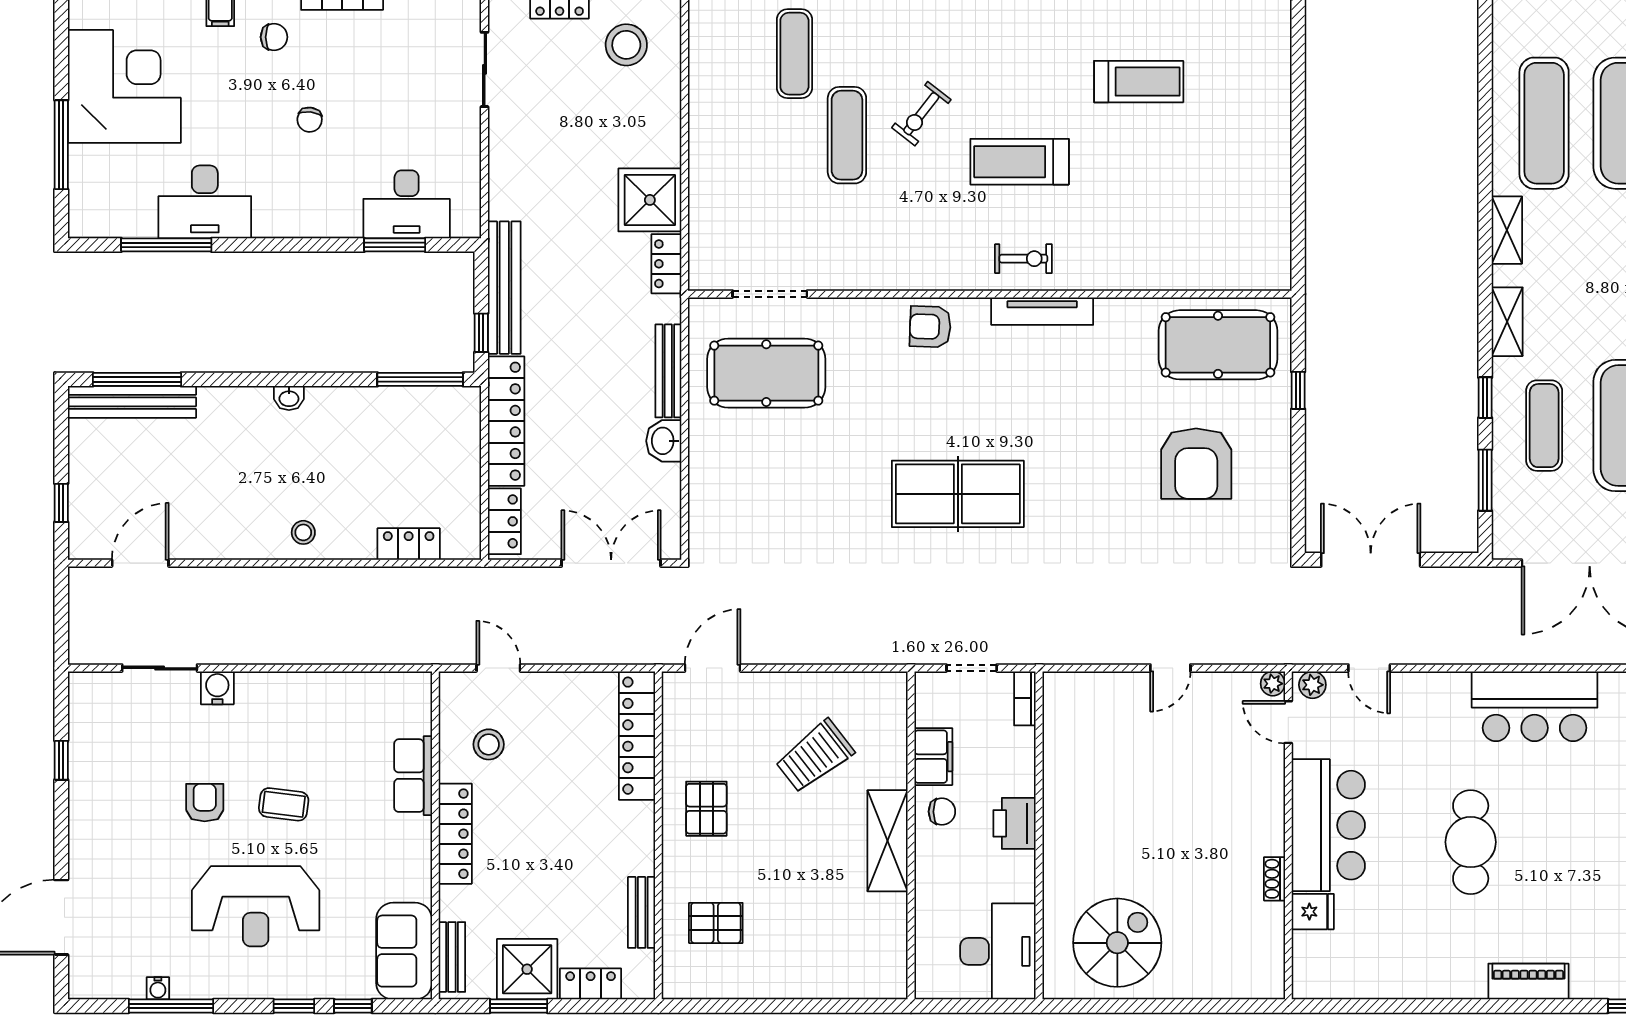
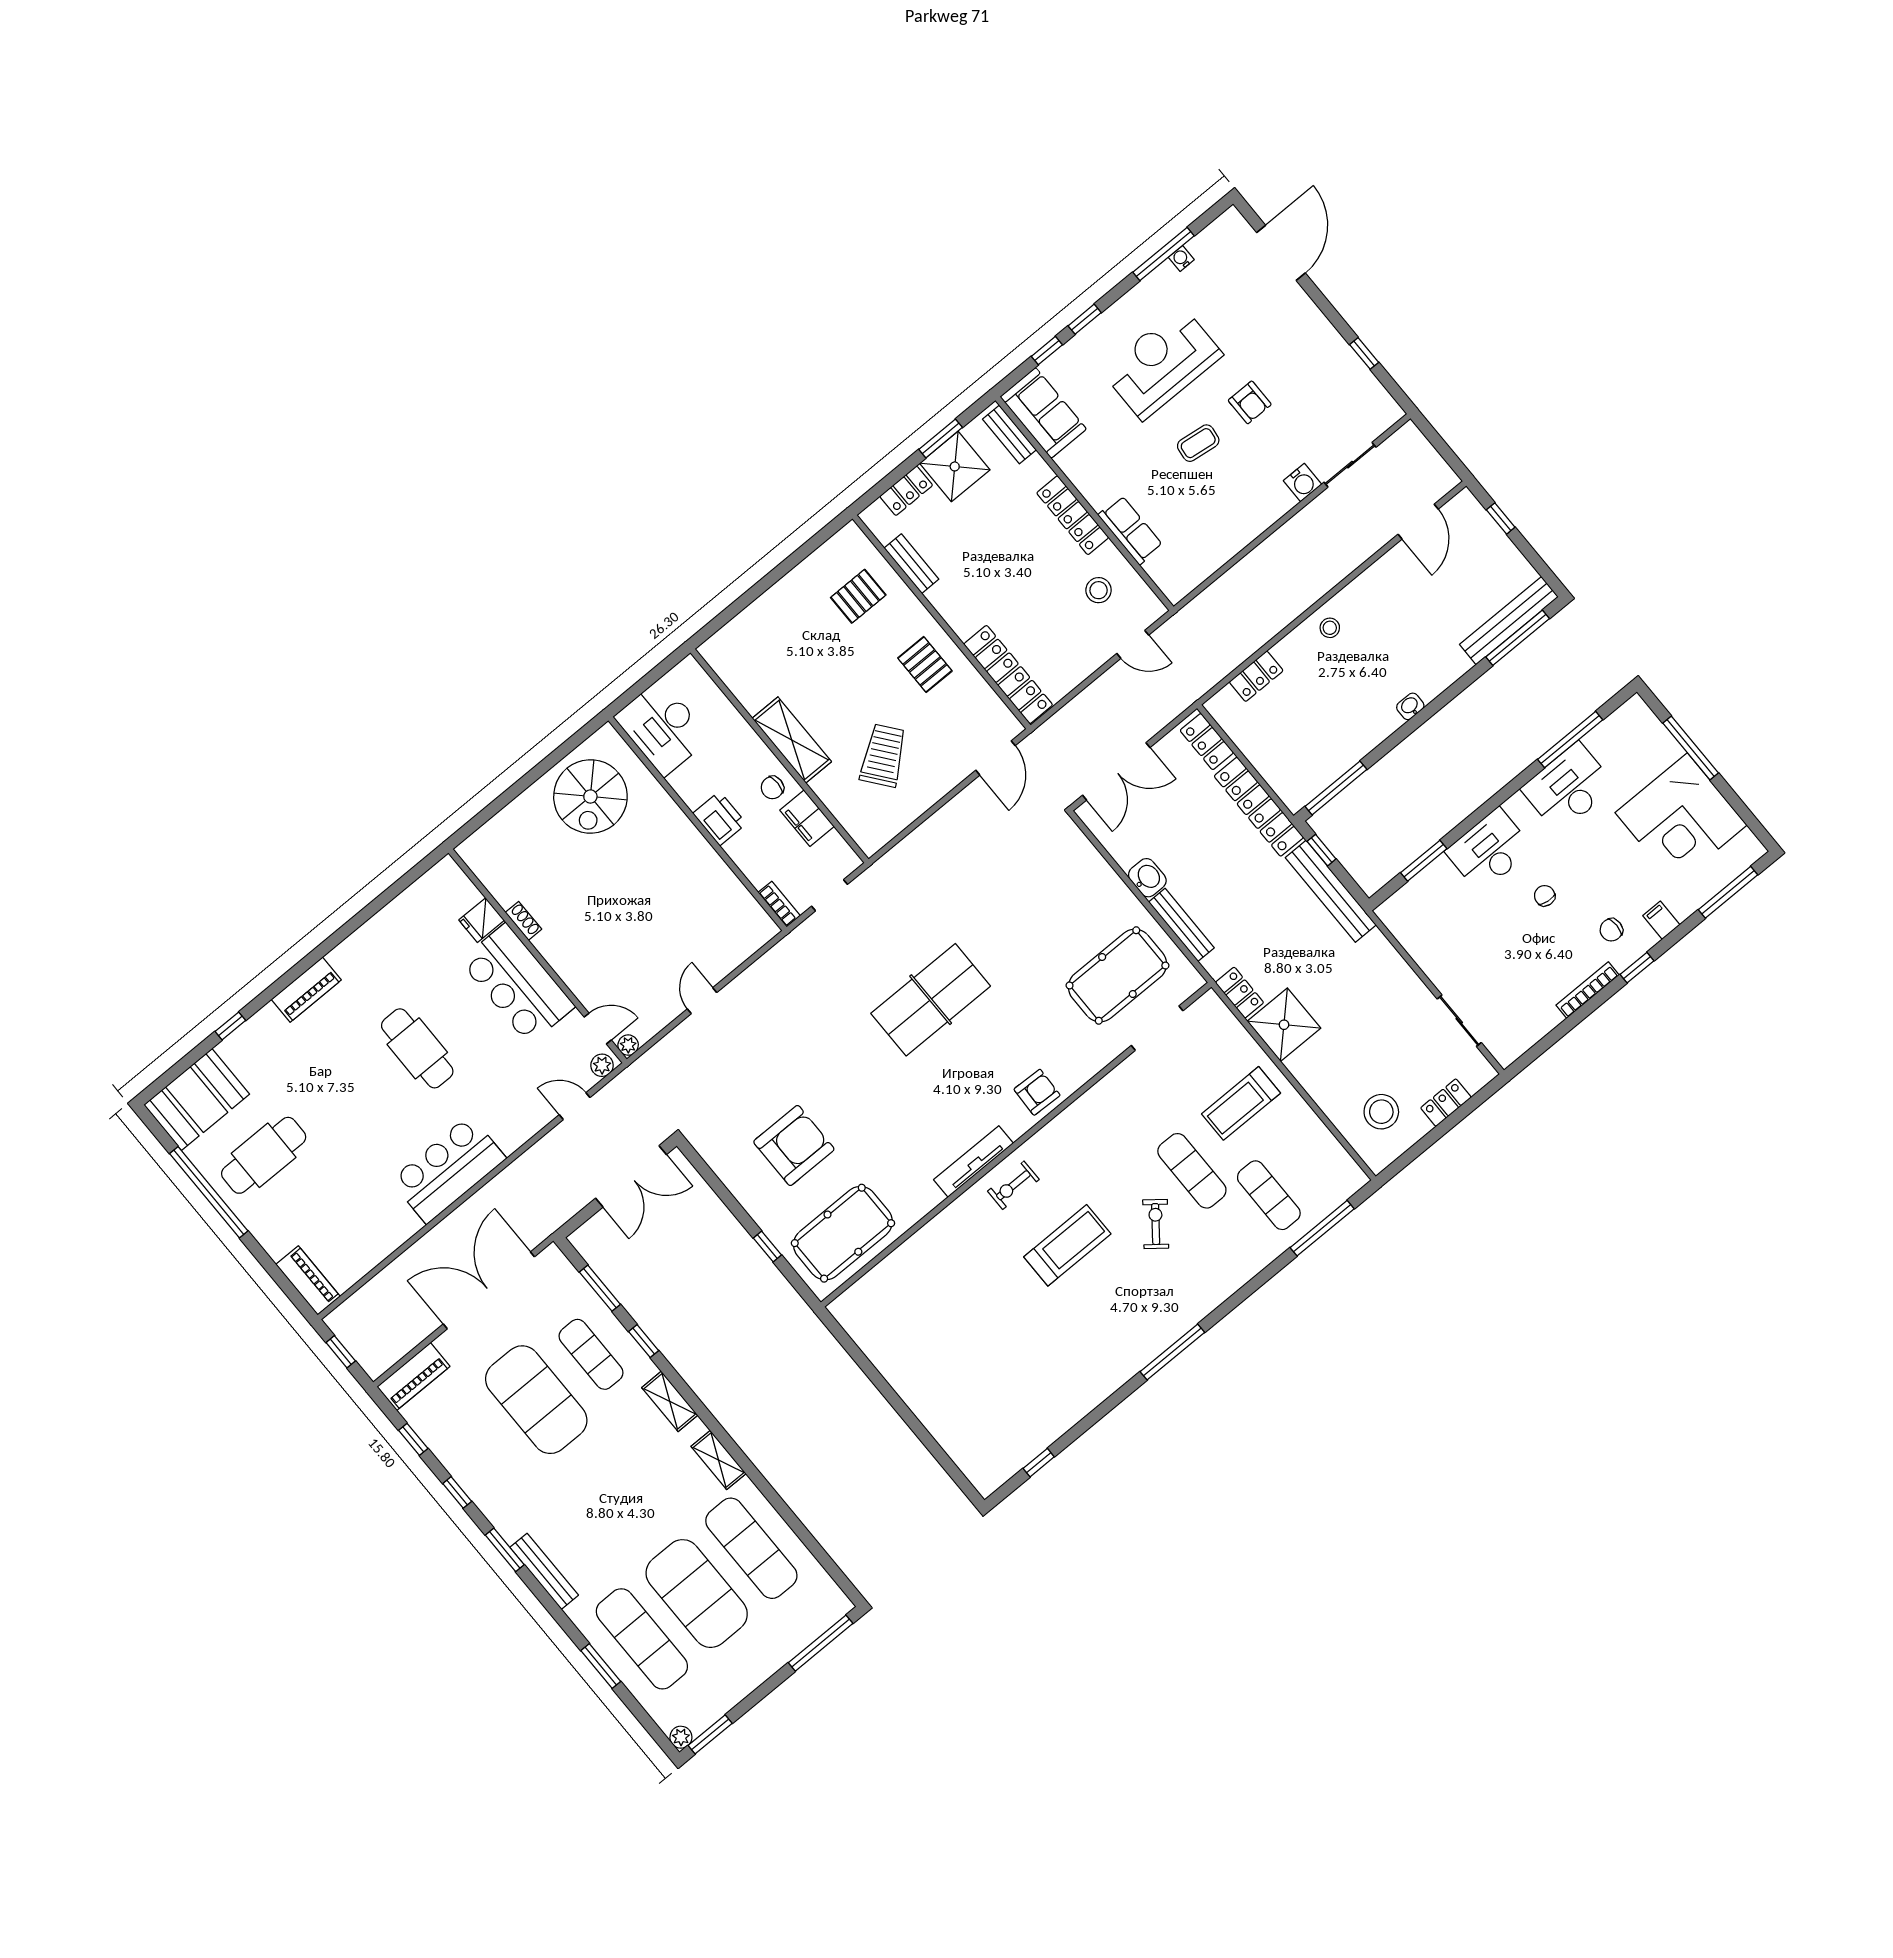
treadmill: (1139, 82) -> (1241, 1103), moved
desk: (407, 204) -> (1489, 850), moved
armchair: (1196, 464) -> (794, 1145), turned 90

